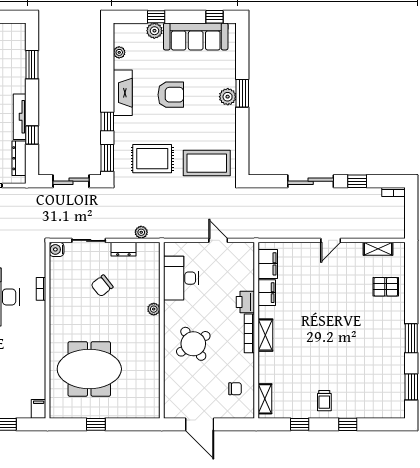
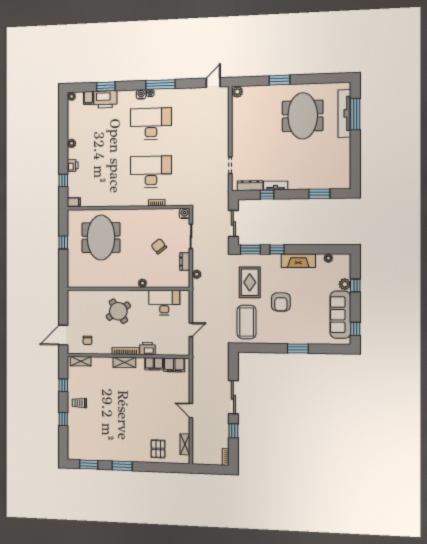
armchair: (171, 95) -> (281, 302), moved
plant: (228, 97) -> (295, 338), removed
tv unit: (20, 117) -> (276, 185), width x0.71
door: (200, 424) -> (63, 335), moved

